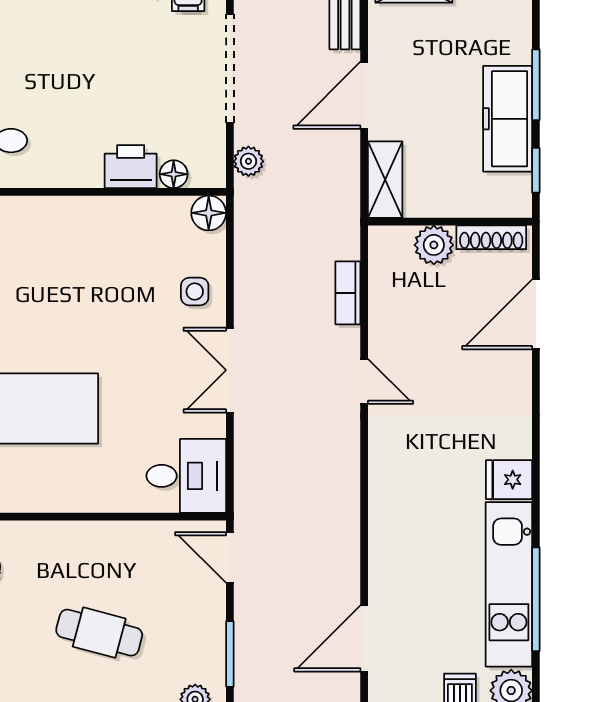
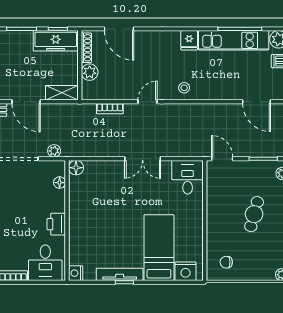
freezer: (508, 119) -> (56, 41), moved
printer: (131, 167) -> (56, 224), moved
side table: (195, 292) -> (109, 174), removed
stool: (397, 468) -> (184, 88), added
door: (230, 557) -> (222, 159), swing flipped

